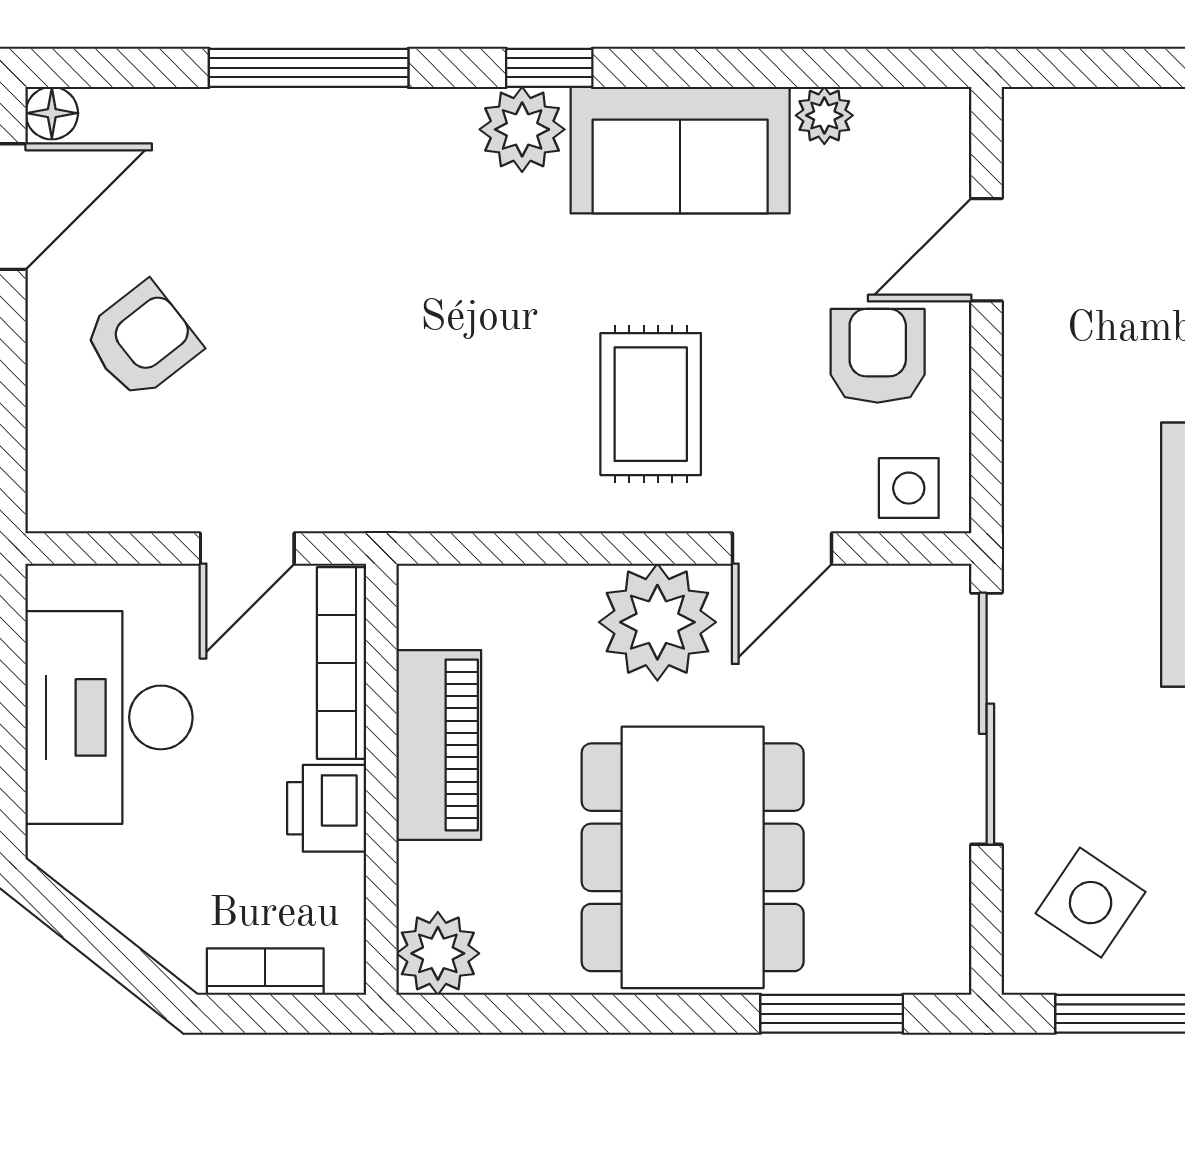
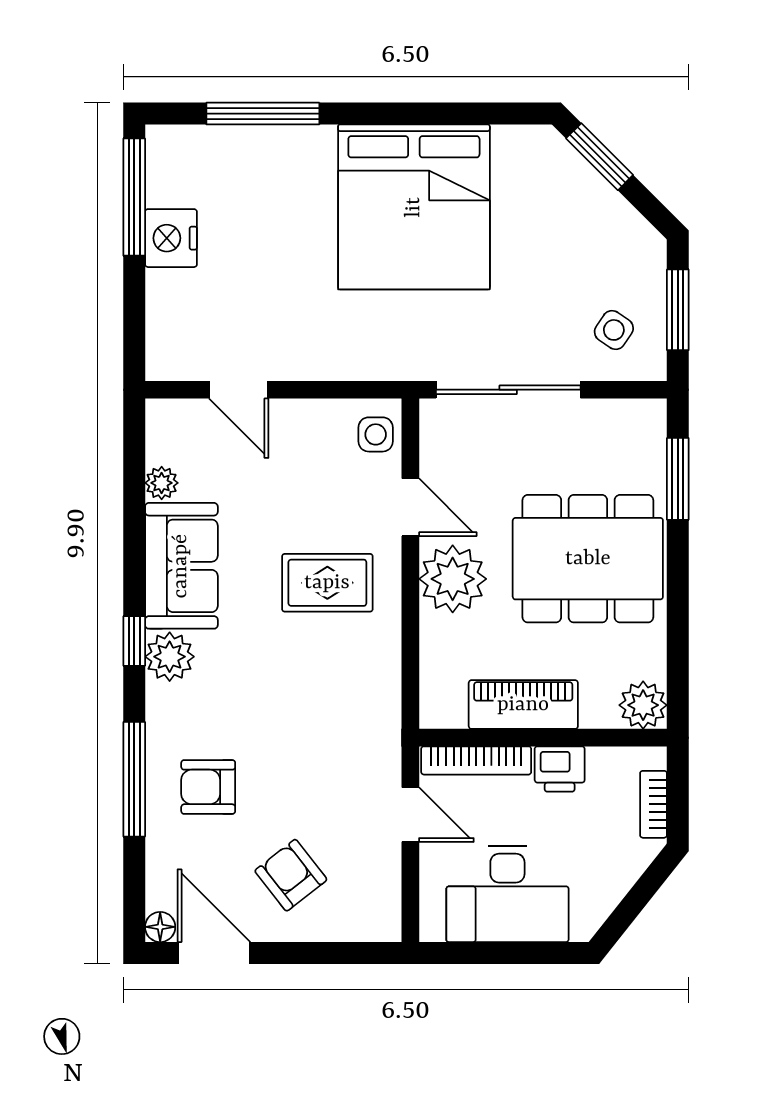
armchair: (878, 356) -> (208, 787), moved
side table: (1091, 903) -> (614, 330), width x0.73, depth x0.73

